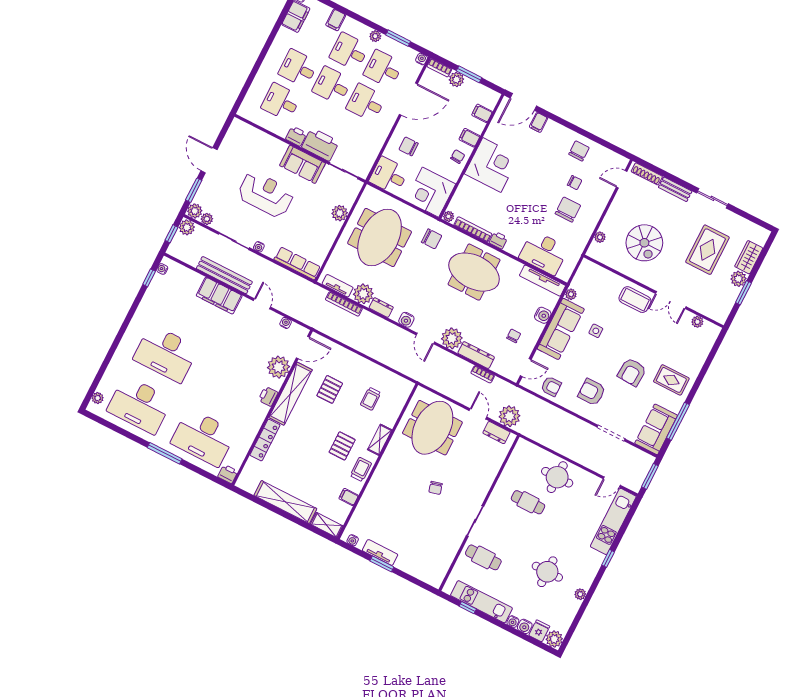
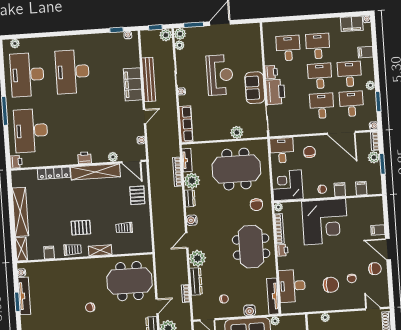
door: (523, 102) -> (388, 249), moved
corner desk: (492, 165) -> (325, 222), width x1.36, depth x1.36
plant: (279, 367) -> (113, 157), width x0.53, depth x0.53
pallet: (330, 389) -> (137, 195), moved, turned 90
tv unit: (380, 552) -> (24, 296), width x1.41

